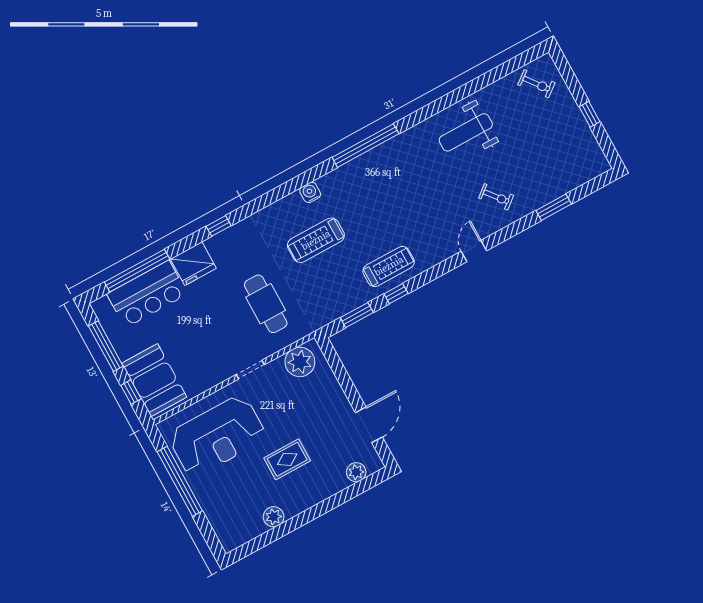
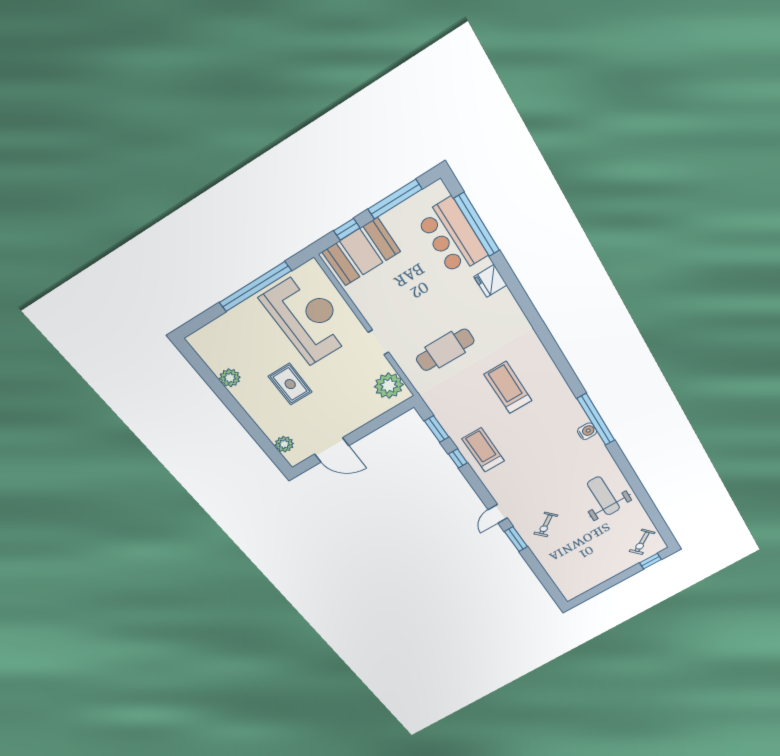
window: (589, 114) -> (650, 561), moved
water cooler: (310, 192) -> (587, 431), moved
window: (554, 207) -> (516, 539), moved
window: (219, 226) -> (523, 300), removed
door: (474, 251) -> (498, 514), swing flipped
fridge: (193, 264) -> (490, 281), width x0.73, depth x0.75
treadmill: (389, 266) -> (483, 450), turned 180
reception desk: (217, 436) -> (307, 318), turned 180

